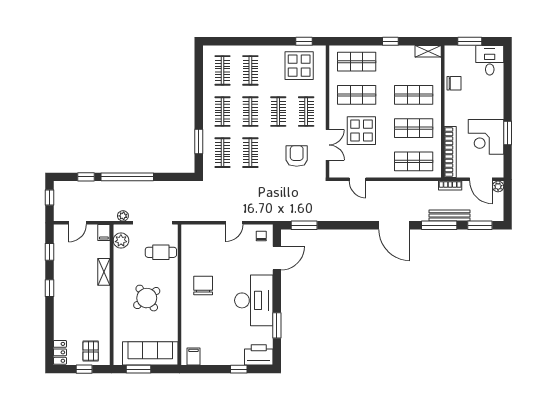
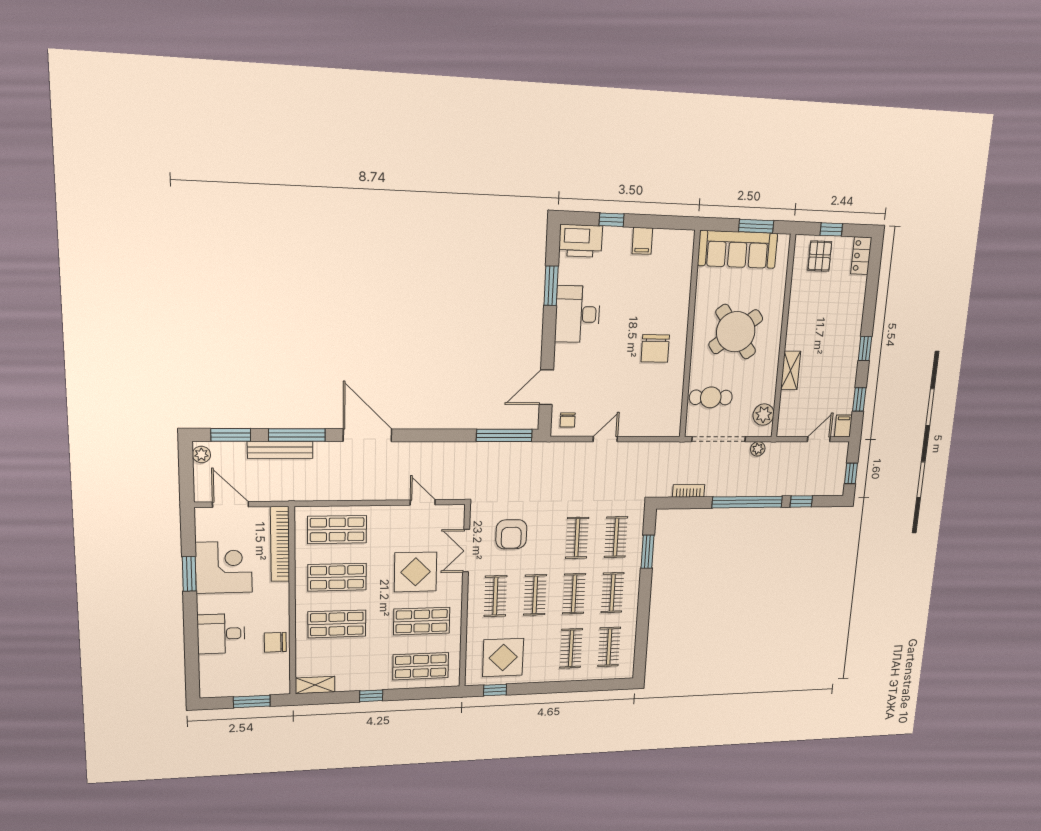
desk: (490, 60) -> (221, 634), moved, turned 90
bookcase: (450, 186) -> (689, 491), moved
plant: (498, 186) -> (201, 455), moved
window: (304, 225) -> (504, 435), width x1.44
filing cabinet: (104, 232) -> (843, 426), moved
round table: (147, 298) -> (736, 332), width x1.36, depth x1.36
desk: (254, 300) -> (578, 314), width x0.73, depth x0.77
filing cabinet: (194, 356) -> (642, 241), moved

